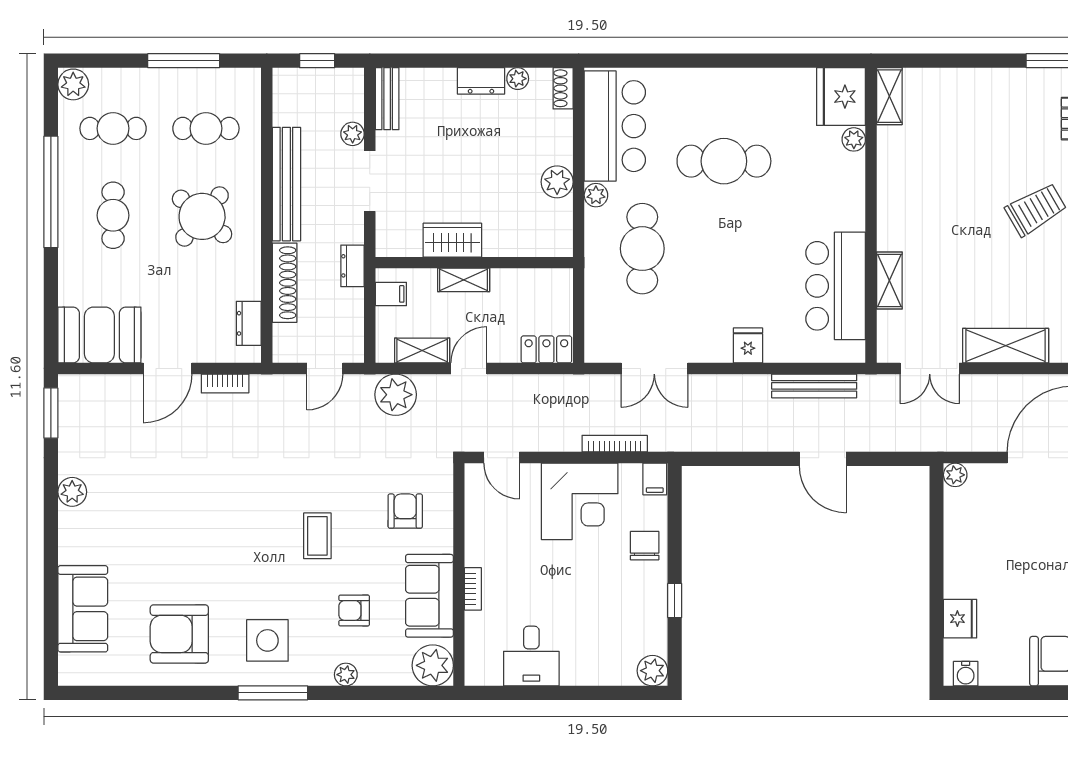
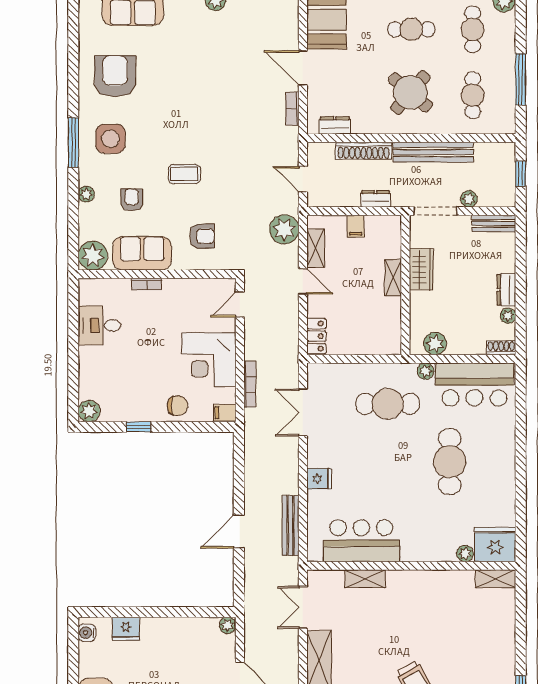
wardrobe: (452, 240) -> (421, 270), moved
wall: (474, 263) -> (405, 285), moved
shelving: (464, 280) -> (393, 277), moved

